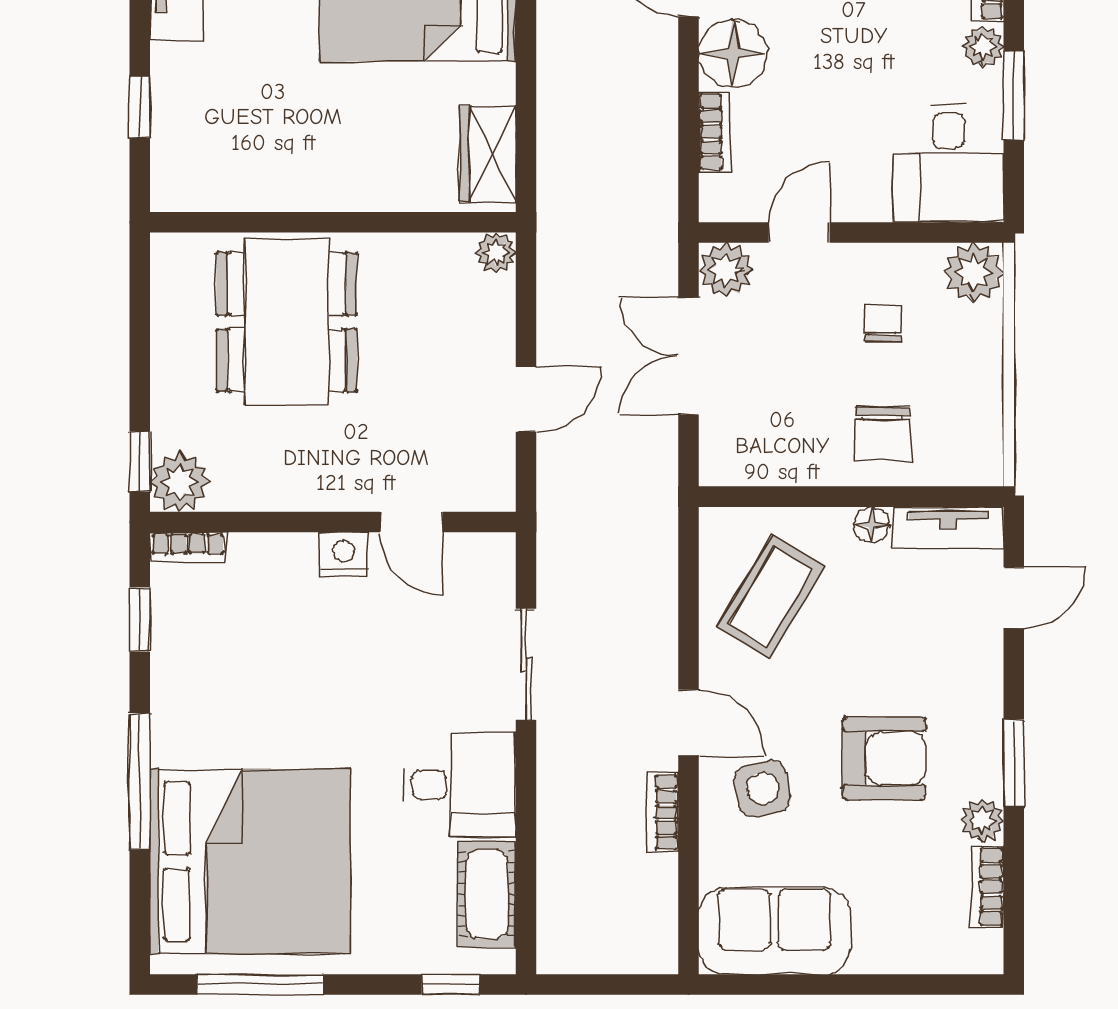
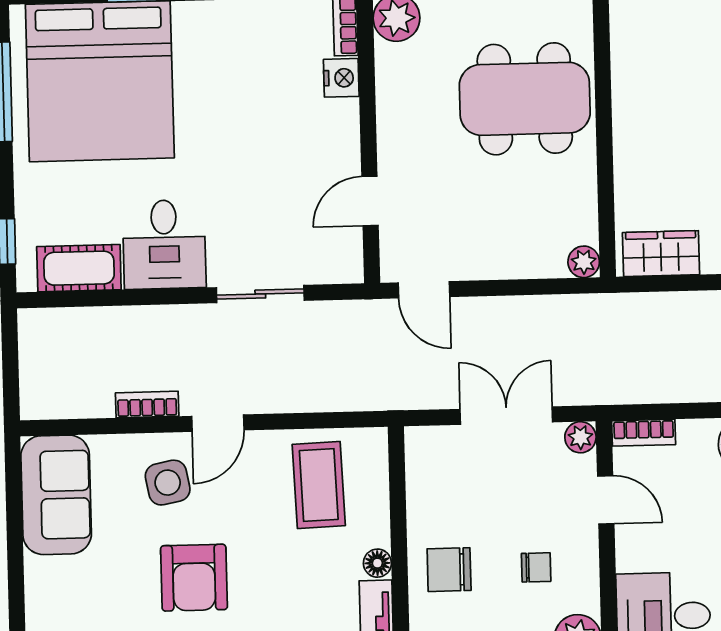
bookcase: (715, 132) -> (644, 433), moved
plant: (726, 270) -> (580, 437), width x0.73, depth x0.73
door: (526, 399) -> (424, 290), moved
nightstand: (344, 554) -> (341, 78), moved
coffee table: (771, 597) -> (319, 485), turned 57

